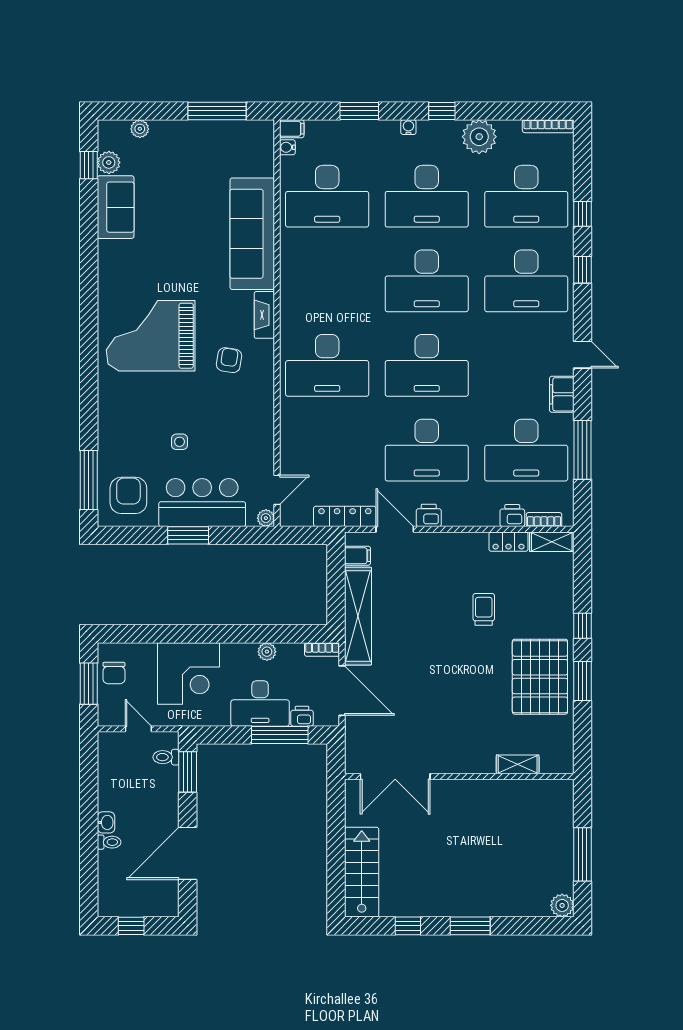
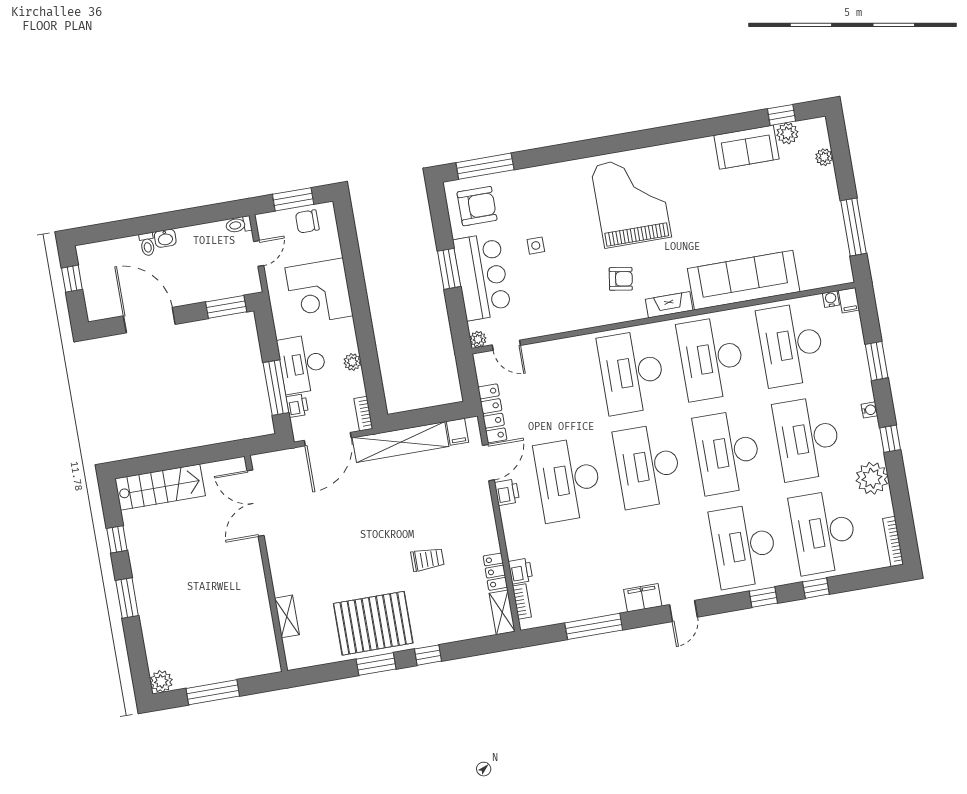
desk: (526, 450) -> (711, 358), moved
toilet: (166, 757) -> (239, 225), moved, turned -90

